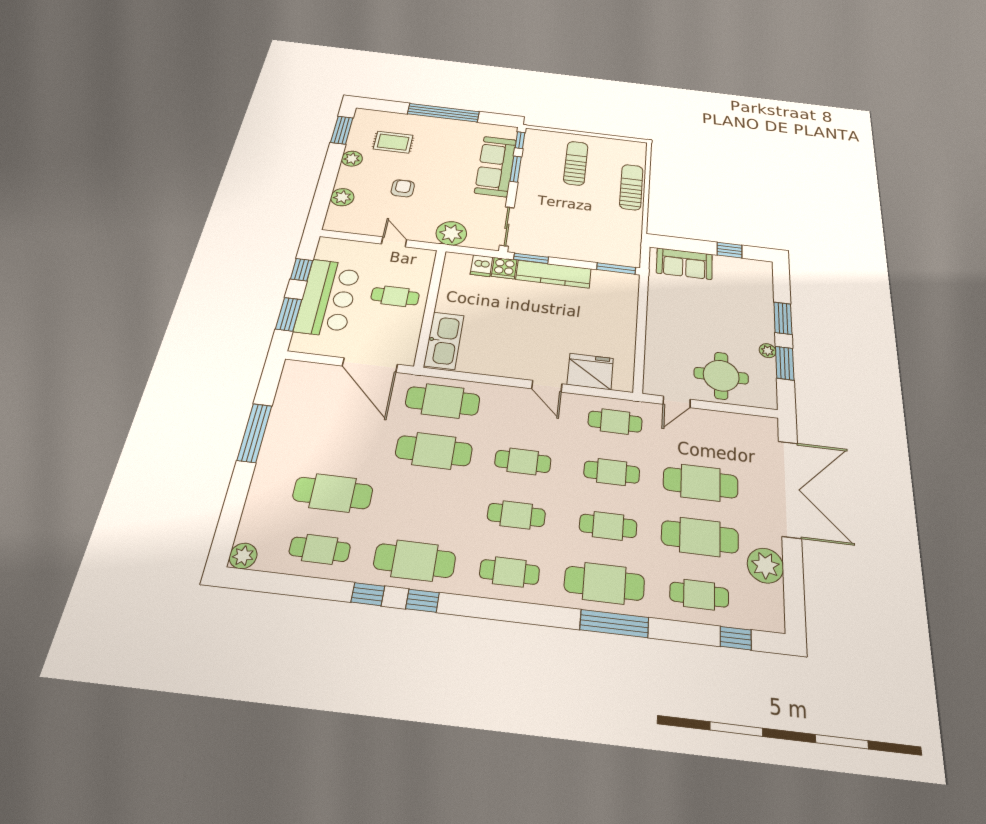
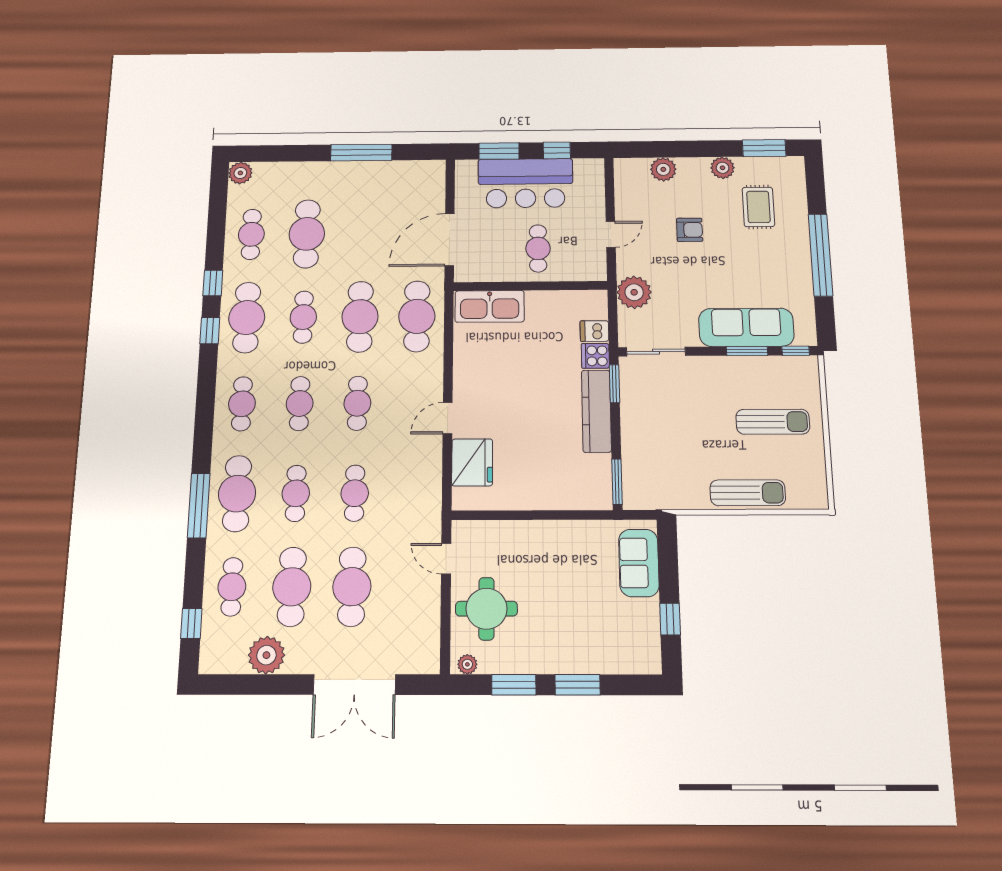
plant: (768, 351) -> (467, 664), moved
cafe table: (615, 422) -> (303, 317), moved
double door: (790, 489) -> (354, 685), width x0.73

